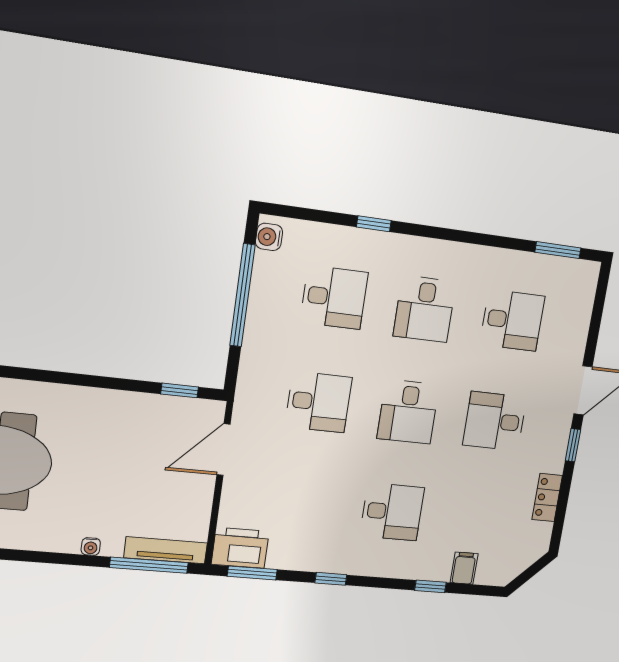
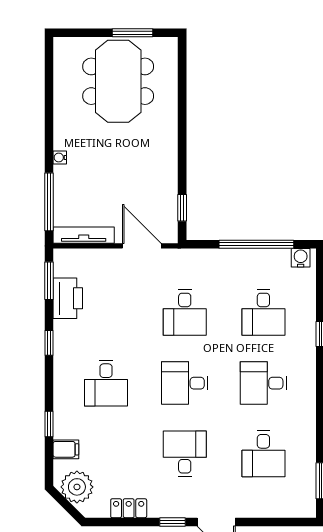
printer: (240, 548) -> (68, 298), moved
tv unit: (166, 550) -> (84, 235), moved, turned -90
plant: (511, 558) -> (77, 487), added

